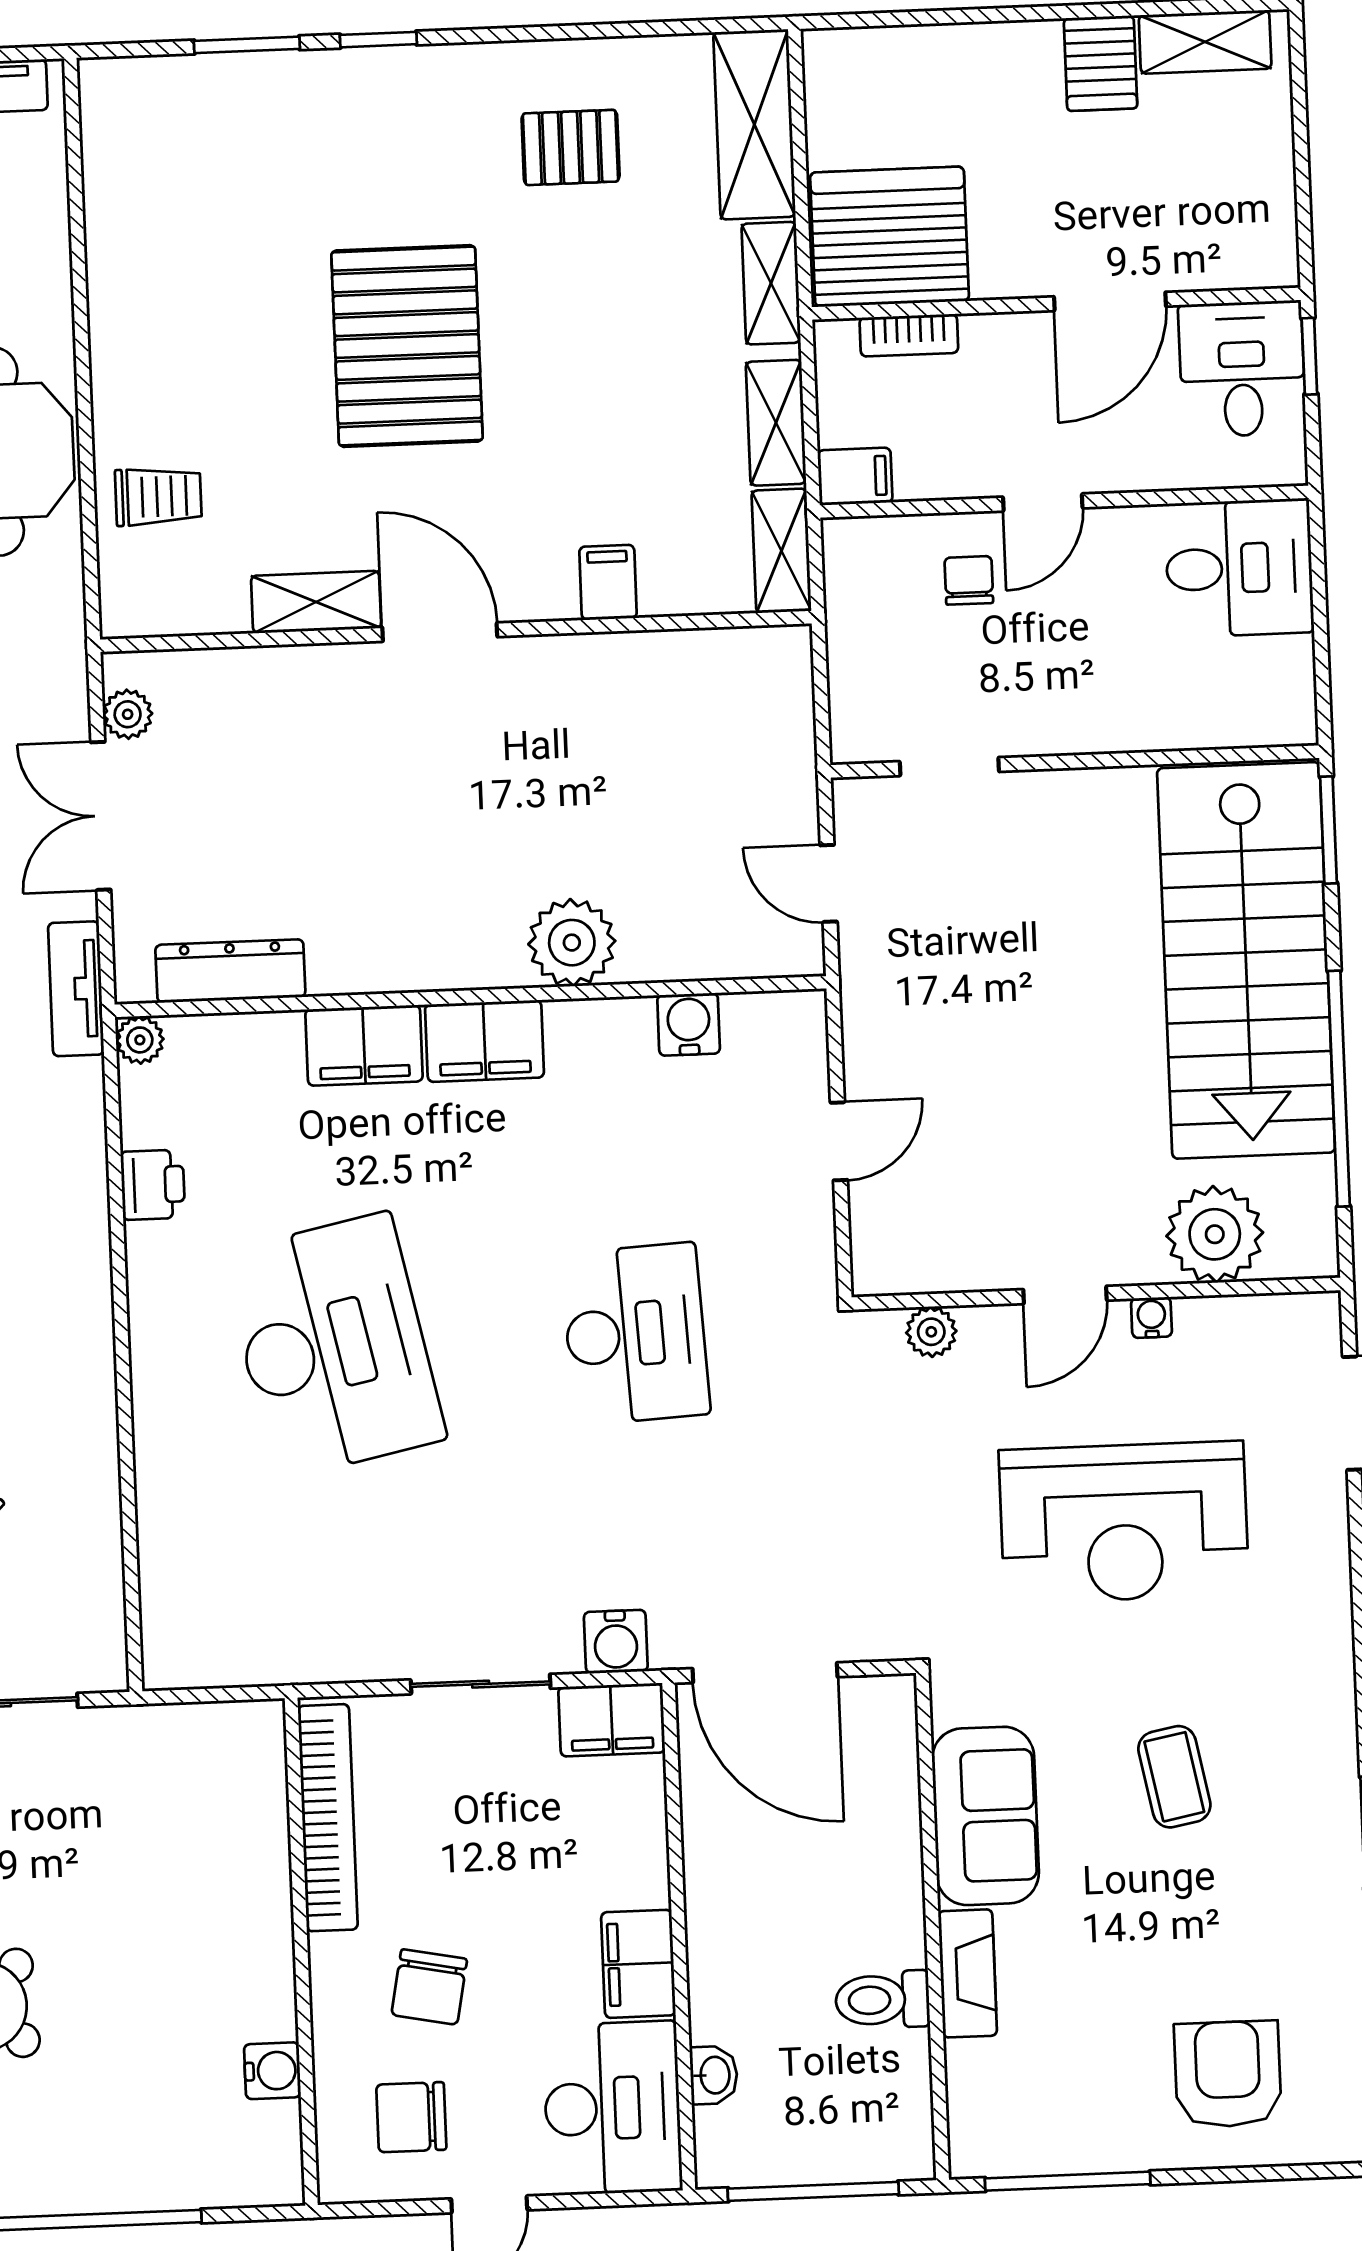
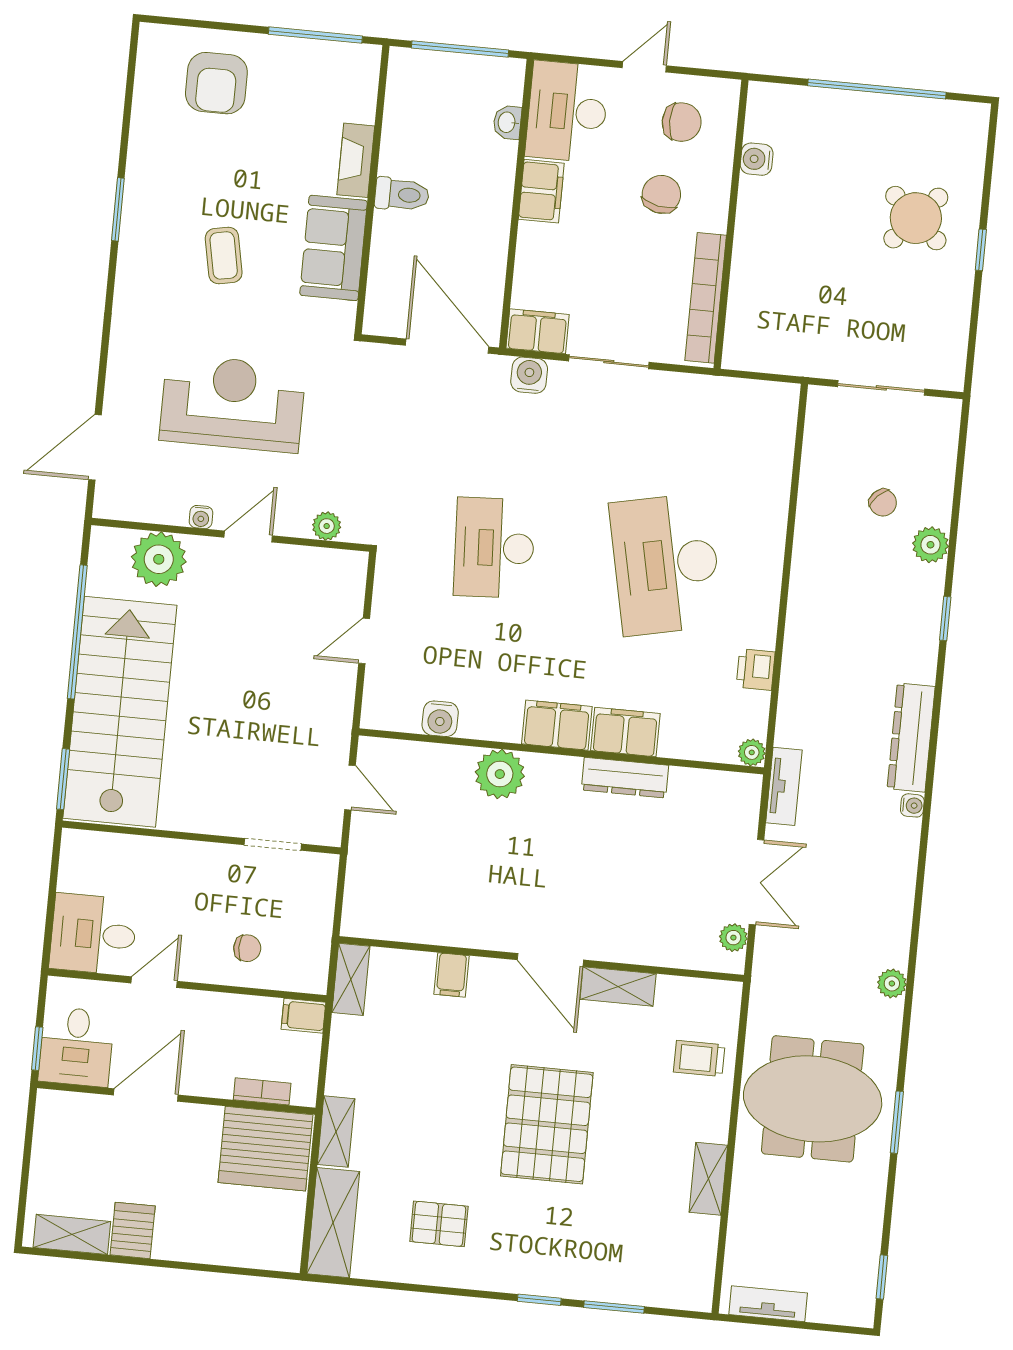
shelving: (776, 423) -> (708, 1179), moved
door: (1043, 503) -> (154, 982), moved
chair: (969, 580) -> (247, 948), turned -90
dresser: (230, 971) -> (625, 778), moved
toilet: (883, 2000) -> (402, 194), moved

